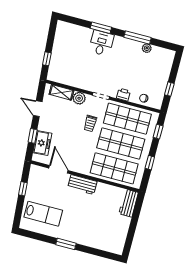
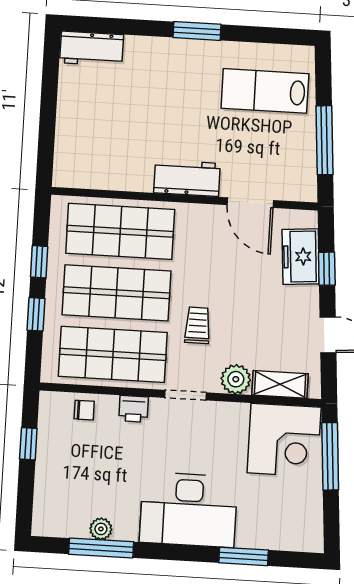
window: (101, 28) -> (244, 556), moved
window: (138, 37) -> (101, 548), moved
desk: (101, 43) -> (188, 510), width x1.87, depth x1.30
window: (47, 59) -> (330, 456), width x2.17
corner desk: (64, 69) -> (284, 440), added
window: (158, 132) -> (36, 314), moved
window: (23, 189) -> (324, 140), width x2.17
workbench: (129, 203) -> (92, 49), moved, turned 90

